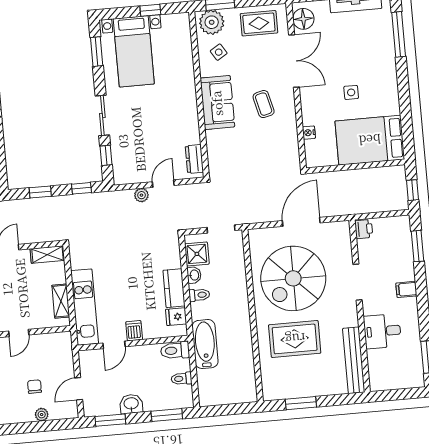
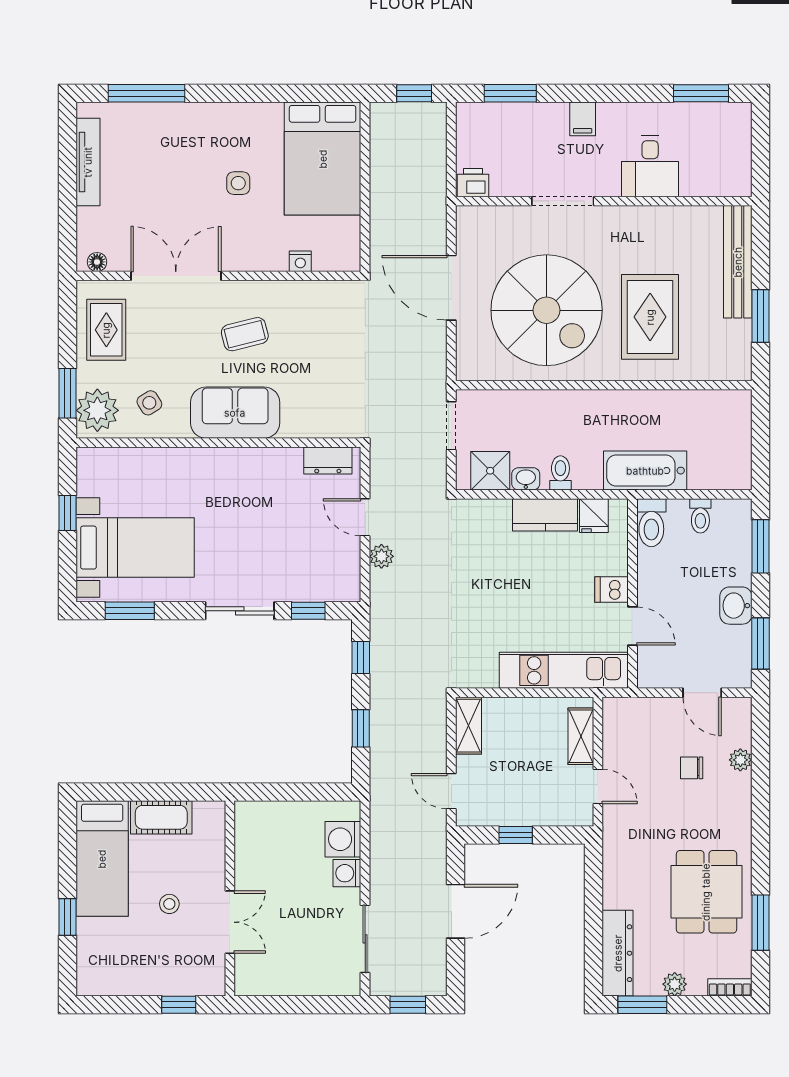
floor lamp: (303, 19) -> (97, 262), width x0.53, depth x0.53
shelving: (61, 301) -> (581, 736), moved, turned 90
bench: (354, 360) -> (738, 262), moved, turned 90

